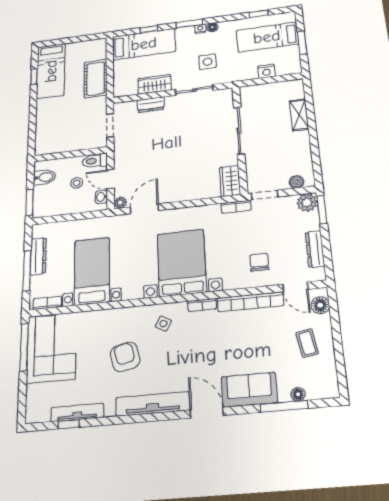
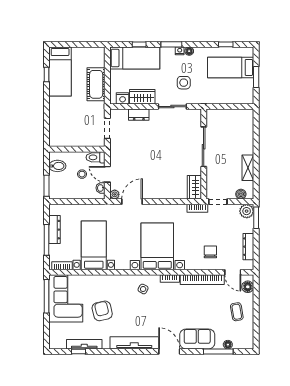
nightstand: (266, 71) -> (123, 98), moved
shelving: (299, 115) -> (248, 168), moved
armchair: (125, 357) -> (102, 311), moved

